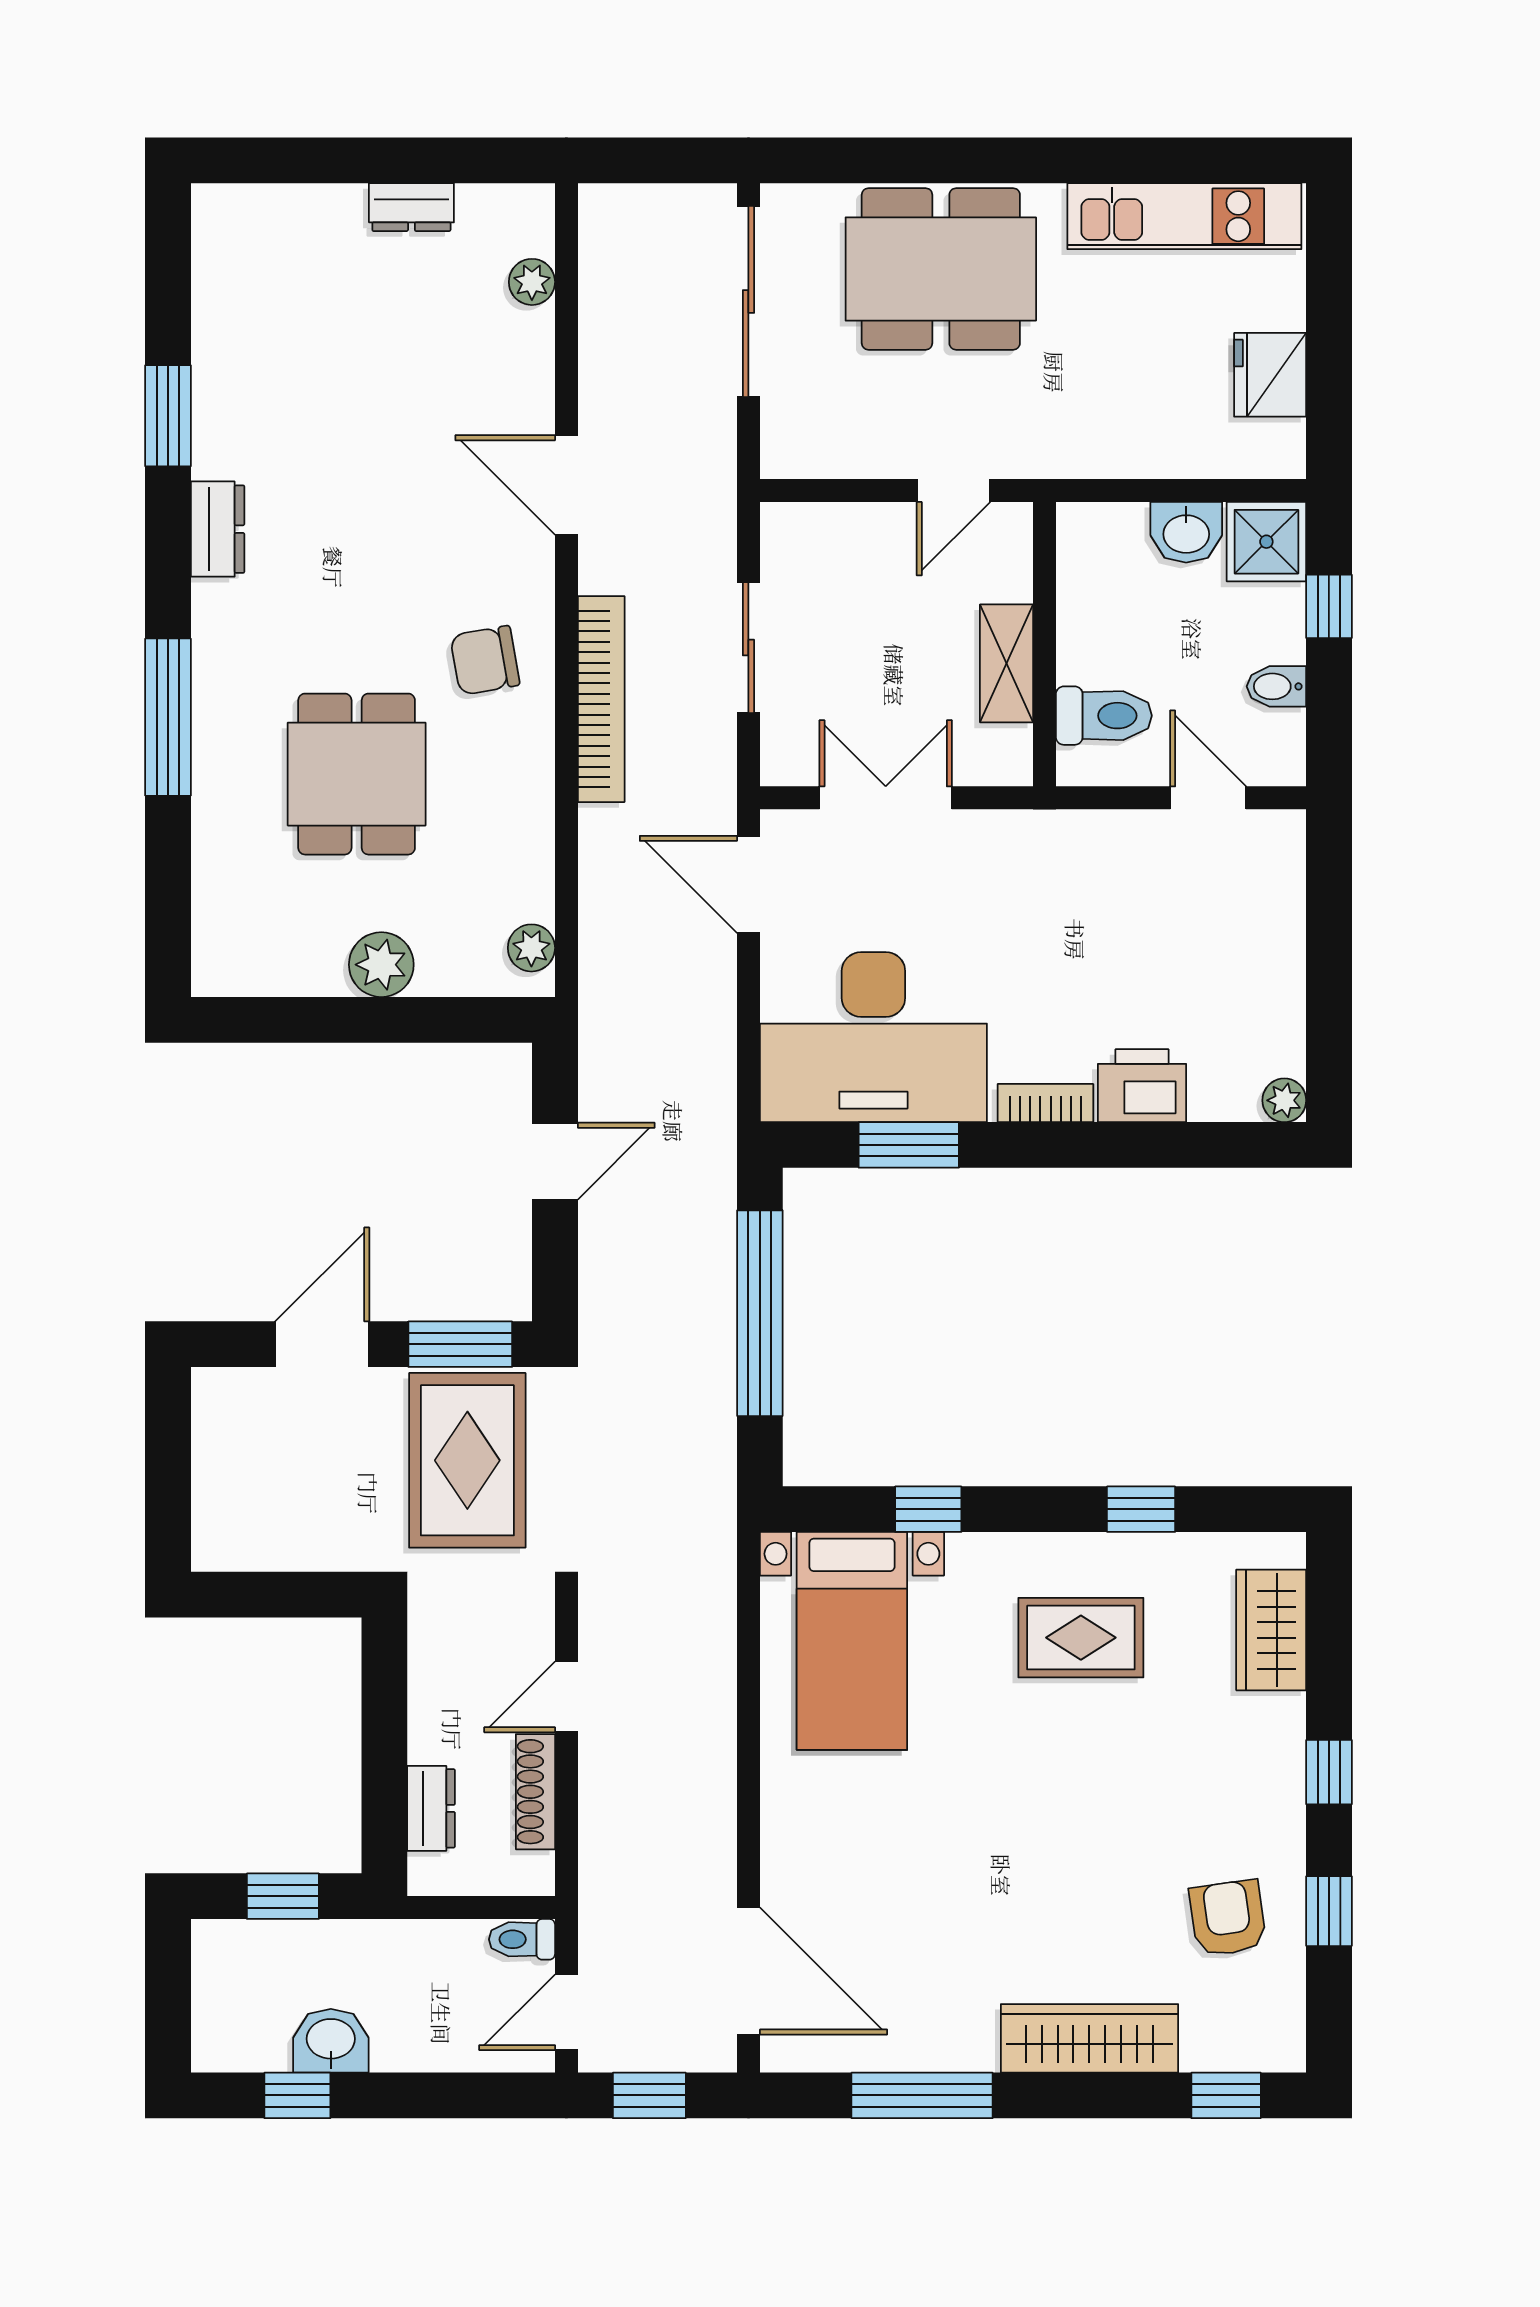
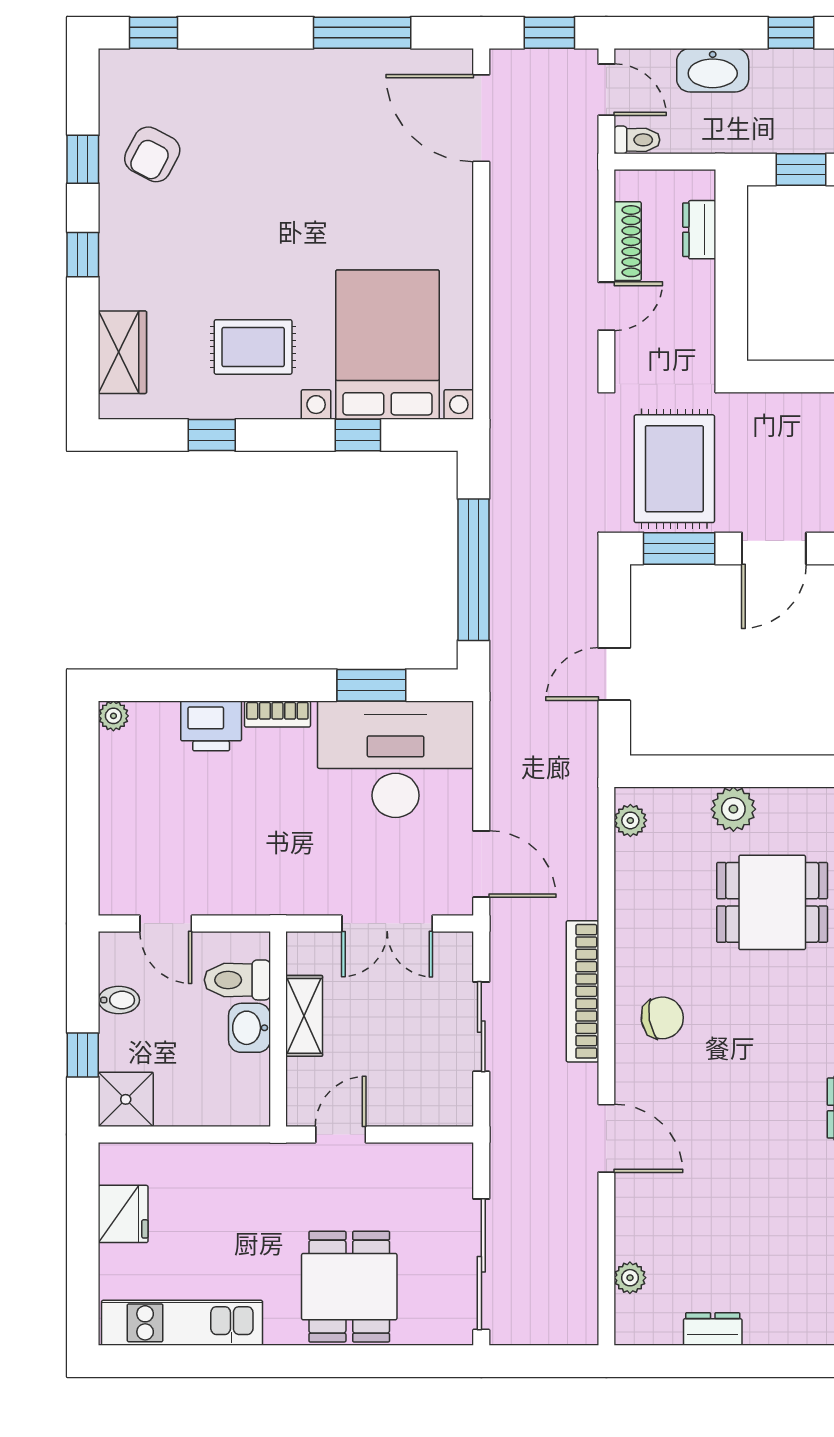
dining table: (941, 269) -> (349, 1287), width x0.73
washbasin: (1186, 532) -> (249, 1028), moved, turned -90
dining table: (357, 774) -> (772, 902), moved, turned 90
bed with nightstands: (852, 1641) -> (387, 345), width x1.36
armchair: (1228, 1918) -> (152, 154), turned 36
door: (566, 2012) -> (606, 90), hinge flipped
wardrobe: (1089, 2038) -> (247, 72), removed
washbasin: (331, 2041) -> (713, 70), moved, width x1.38

